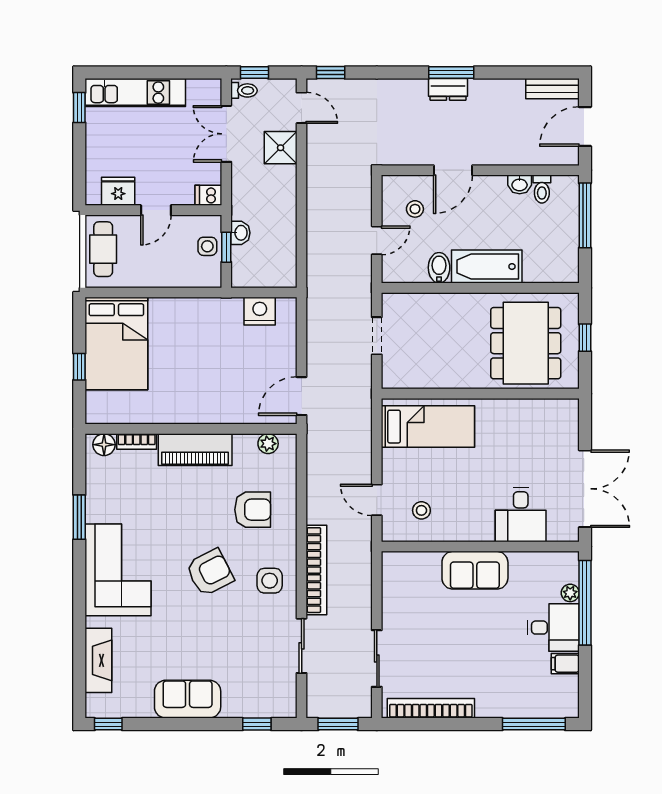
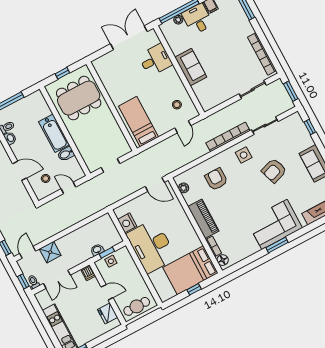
desk: (196, 332) -> (151, 246), added
bed: (116, 343) -> (190, 270), moved, turned 180
window: (79, 517) -> (277, 245), moved
armchair: (210, 572) -> (274, 171), moved, turned -81

